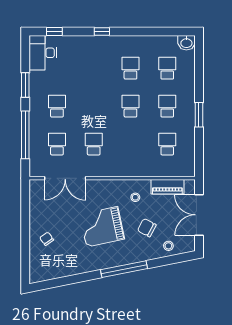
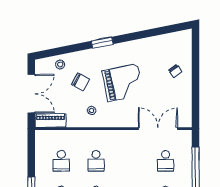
school desk: (94, 144) -> (96, 161), moved
piano: (167, 187) -> (50, 120), moved
window: (124, 269) -> (102, 43), width x0.47

